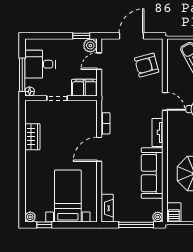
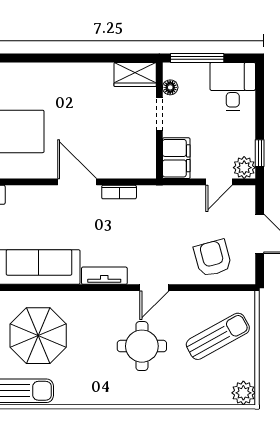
door: (99, 61) -> (219, 182), swing flipped
desk: (40, 64) -> (233, 87), moved
floor lamp: (30, 92) -> (170, 87), moved
wardrobe: (32, 137) -> (135, 74), moved

